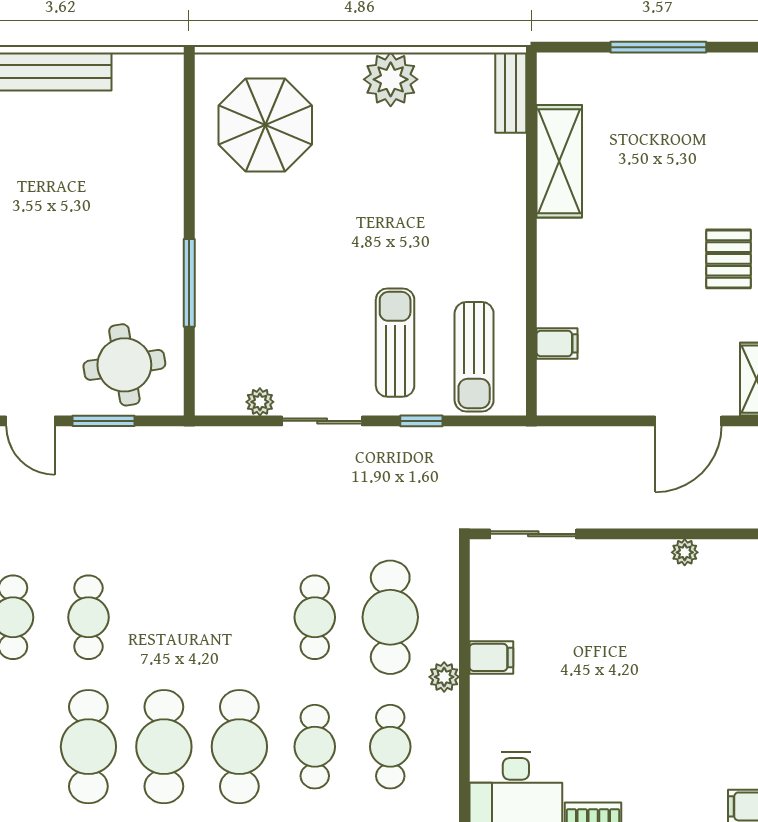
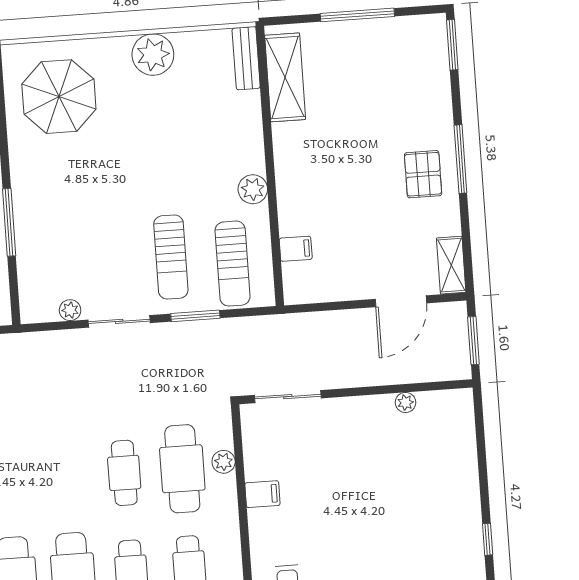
shelving: (559, 161) -> (285, 77), moved
plant: (507, 263) -> (253, 189), added
sun lounger: (395, 343) -> (171, 257), turned 180
window: (421, 421) -> (195, 316), width x1.50
plant: (444, 677) -> (224, 462), moved

